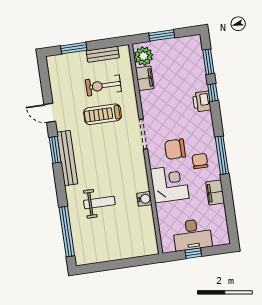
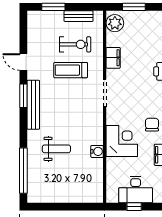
filing cabinet: (145, 78) -> (113, 58), moved
exercise bike: (103, 86) -> (75, 44), turned 180
chair: (175, 149) -> (131, 111), removed

